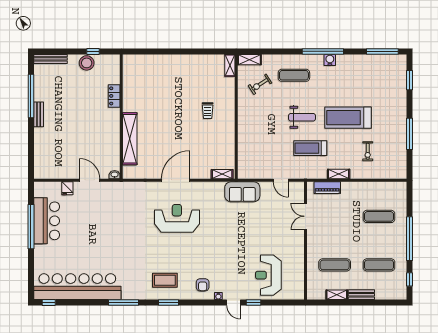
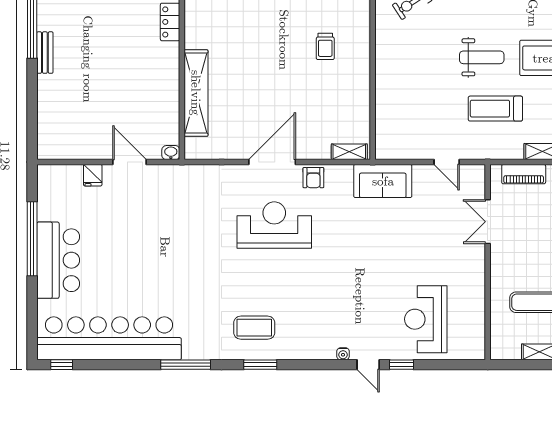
bar counter: (47, 221) -> (58, 260), moved
armchair: (203, 285) -> (313, 178), moved

